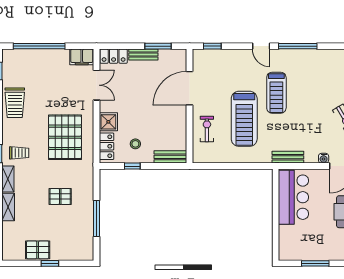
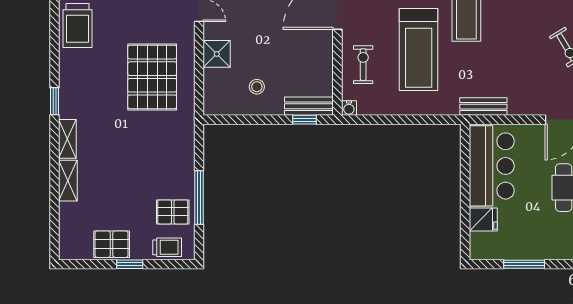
locker: (106, 146) -> (214, 90), removed
trolley: (19, 153) -> (167, 247), moved
water cooler: (324, 158) -> (349, 108), moved
window: (132, 166) -> (305, 120), moved
pallet: (60, 197) -> (173, 212), moved
fridge: (288, 233) -> (483, 219), added

